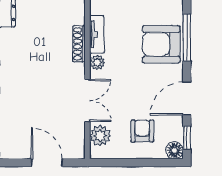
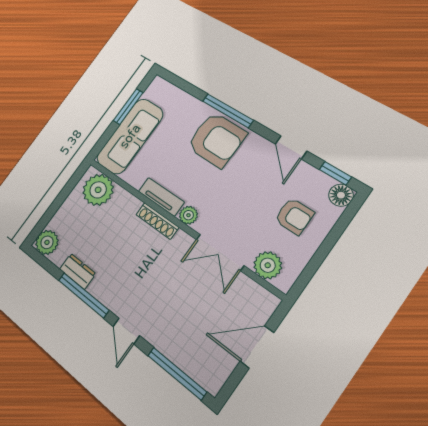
armchair: (161, 44) -> (216, 140), turned -89
door: (187, 99) -> (291, 147), width x0.73
double door: (87, 100) -> (220, 252), swing flipped
armchair: (142, 131) -> (294, 216), turned 180

